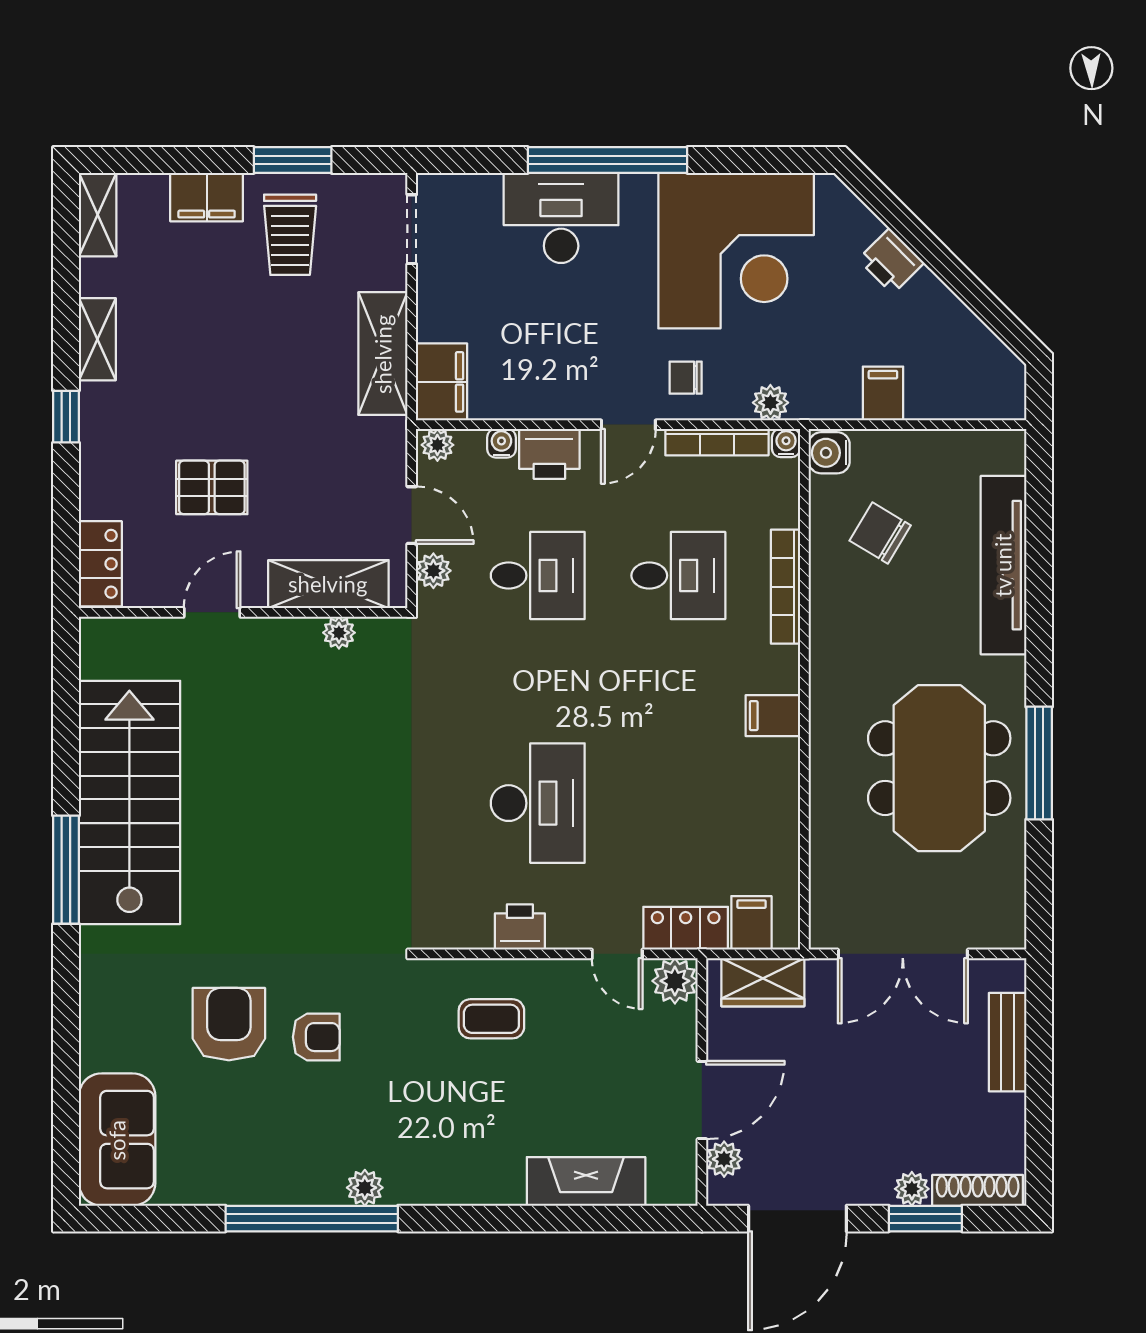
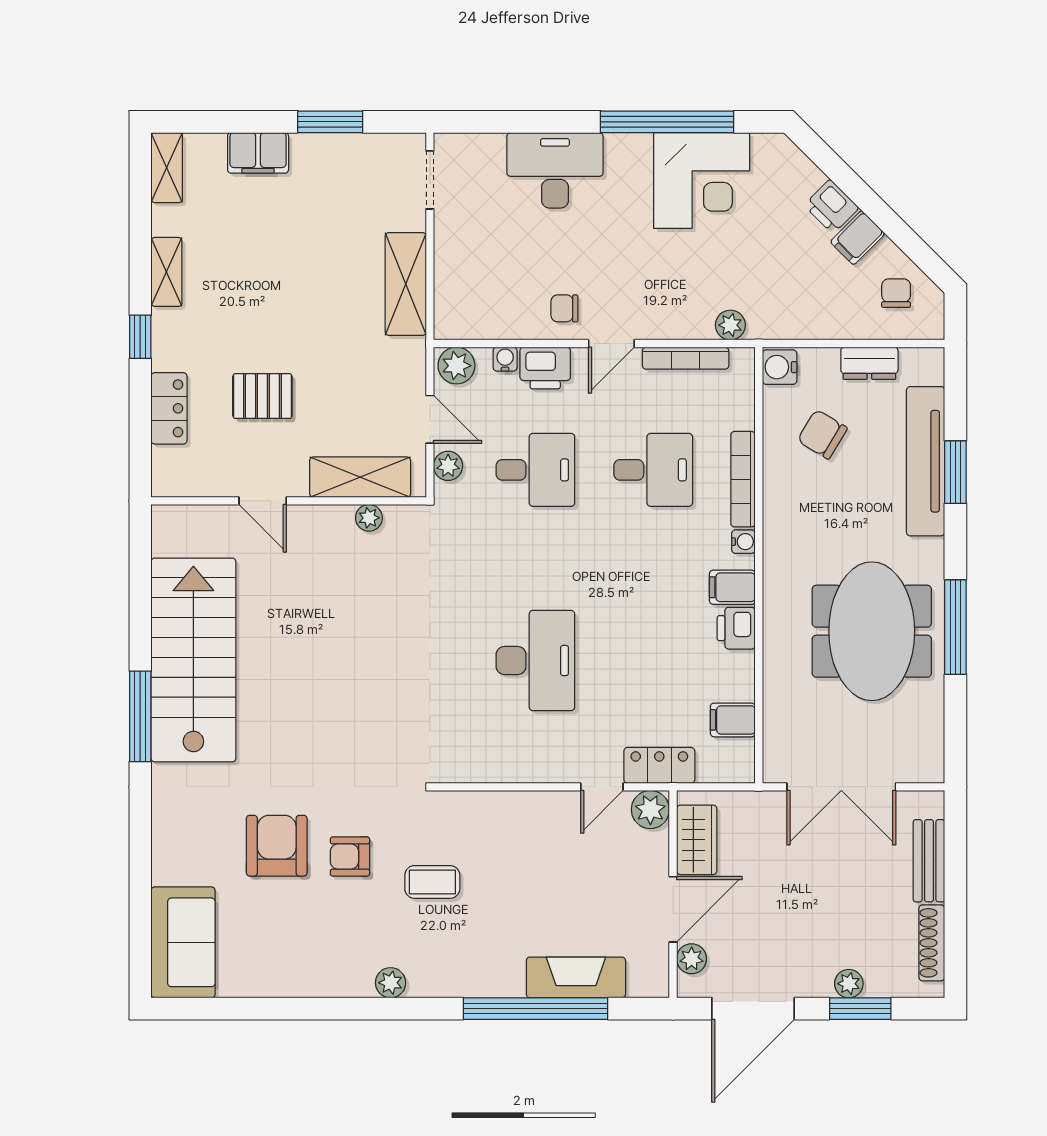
window: (608, 160) -> (667, 122), moved
trolley: (290, 235) -> (328, 184), removed
corner desk: (736, 251) -> (702, 180), width x0.74, depth x0.74
chair: (968, 365) -> (896, 293), added
chair: (686, 378) -> (564, 308), moved
filing cabinet: (442, 382) -> (455, 308), removed
filing cabinet: (883, 393) -> (858, 238), moved, turned -135
water cooler: (786, 443) -> (743, 542), moved, turned 90
plant: (437, 445) -> (456, 366), width x1.38, depth x1.38
dresser: (936, 448) -> (869, 363), added
locker: (100, 564) -> (169, 408), moved
window: (1039, 578) -> (955, 472), added
door: (212, 612) -> (263, 501), swing flipped
filing cabinet: (751, 923) -> (733, 720), moved, turned -90
printer: (520, 927) -> (736, 628), moved, turned -90
door: (617, 954) -> (602, 787), hinge flipped
wardrobe: (763, 982) -> (697, 840), moved, turned -90
coffee table: (491, 1019) -> (432, 882), moved
armchair: (316, 1037) -> (350, 857), turned 180
shoe rack: (978, 1190) -> (932, 943), moved, turned -90
window: (312, 1219) -> (536, 1009), moved

